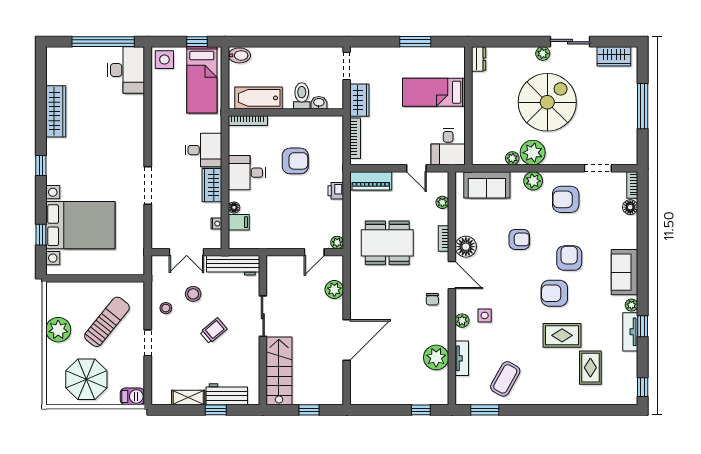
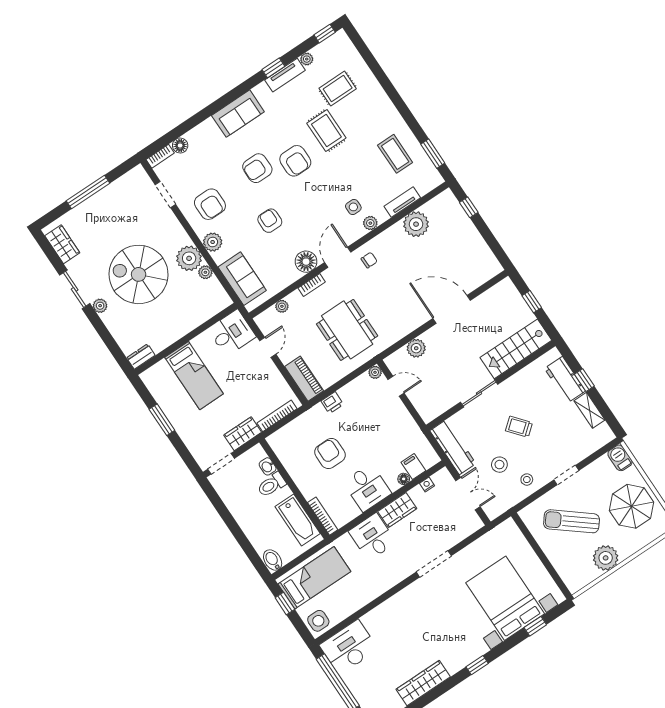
plant: (632, 305) -> (307, 59), moved
coffee table: (505, 379) -> (395, 154), turned 61

